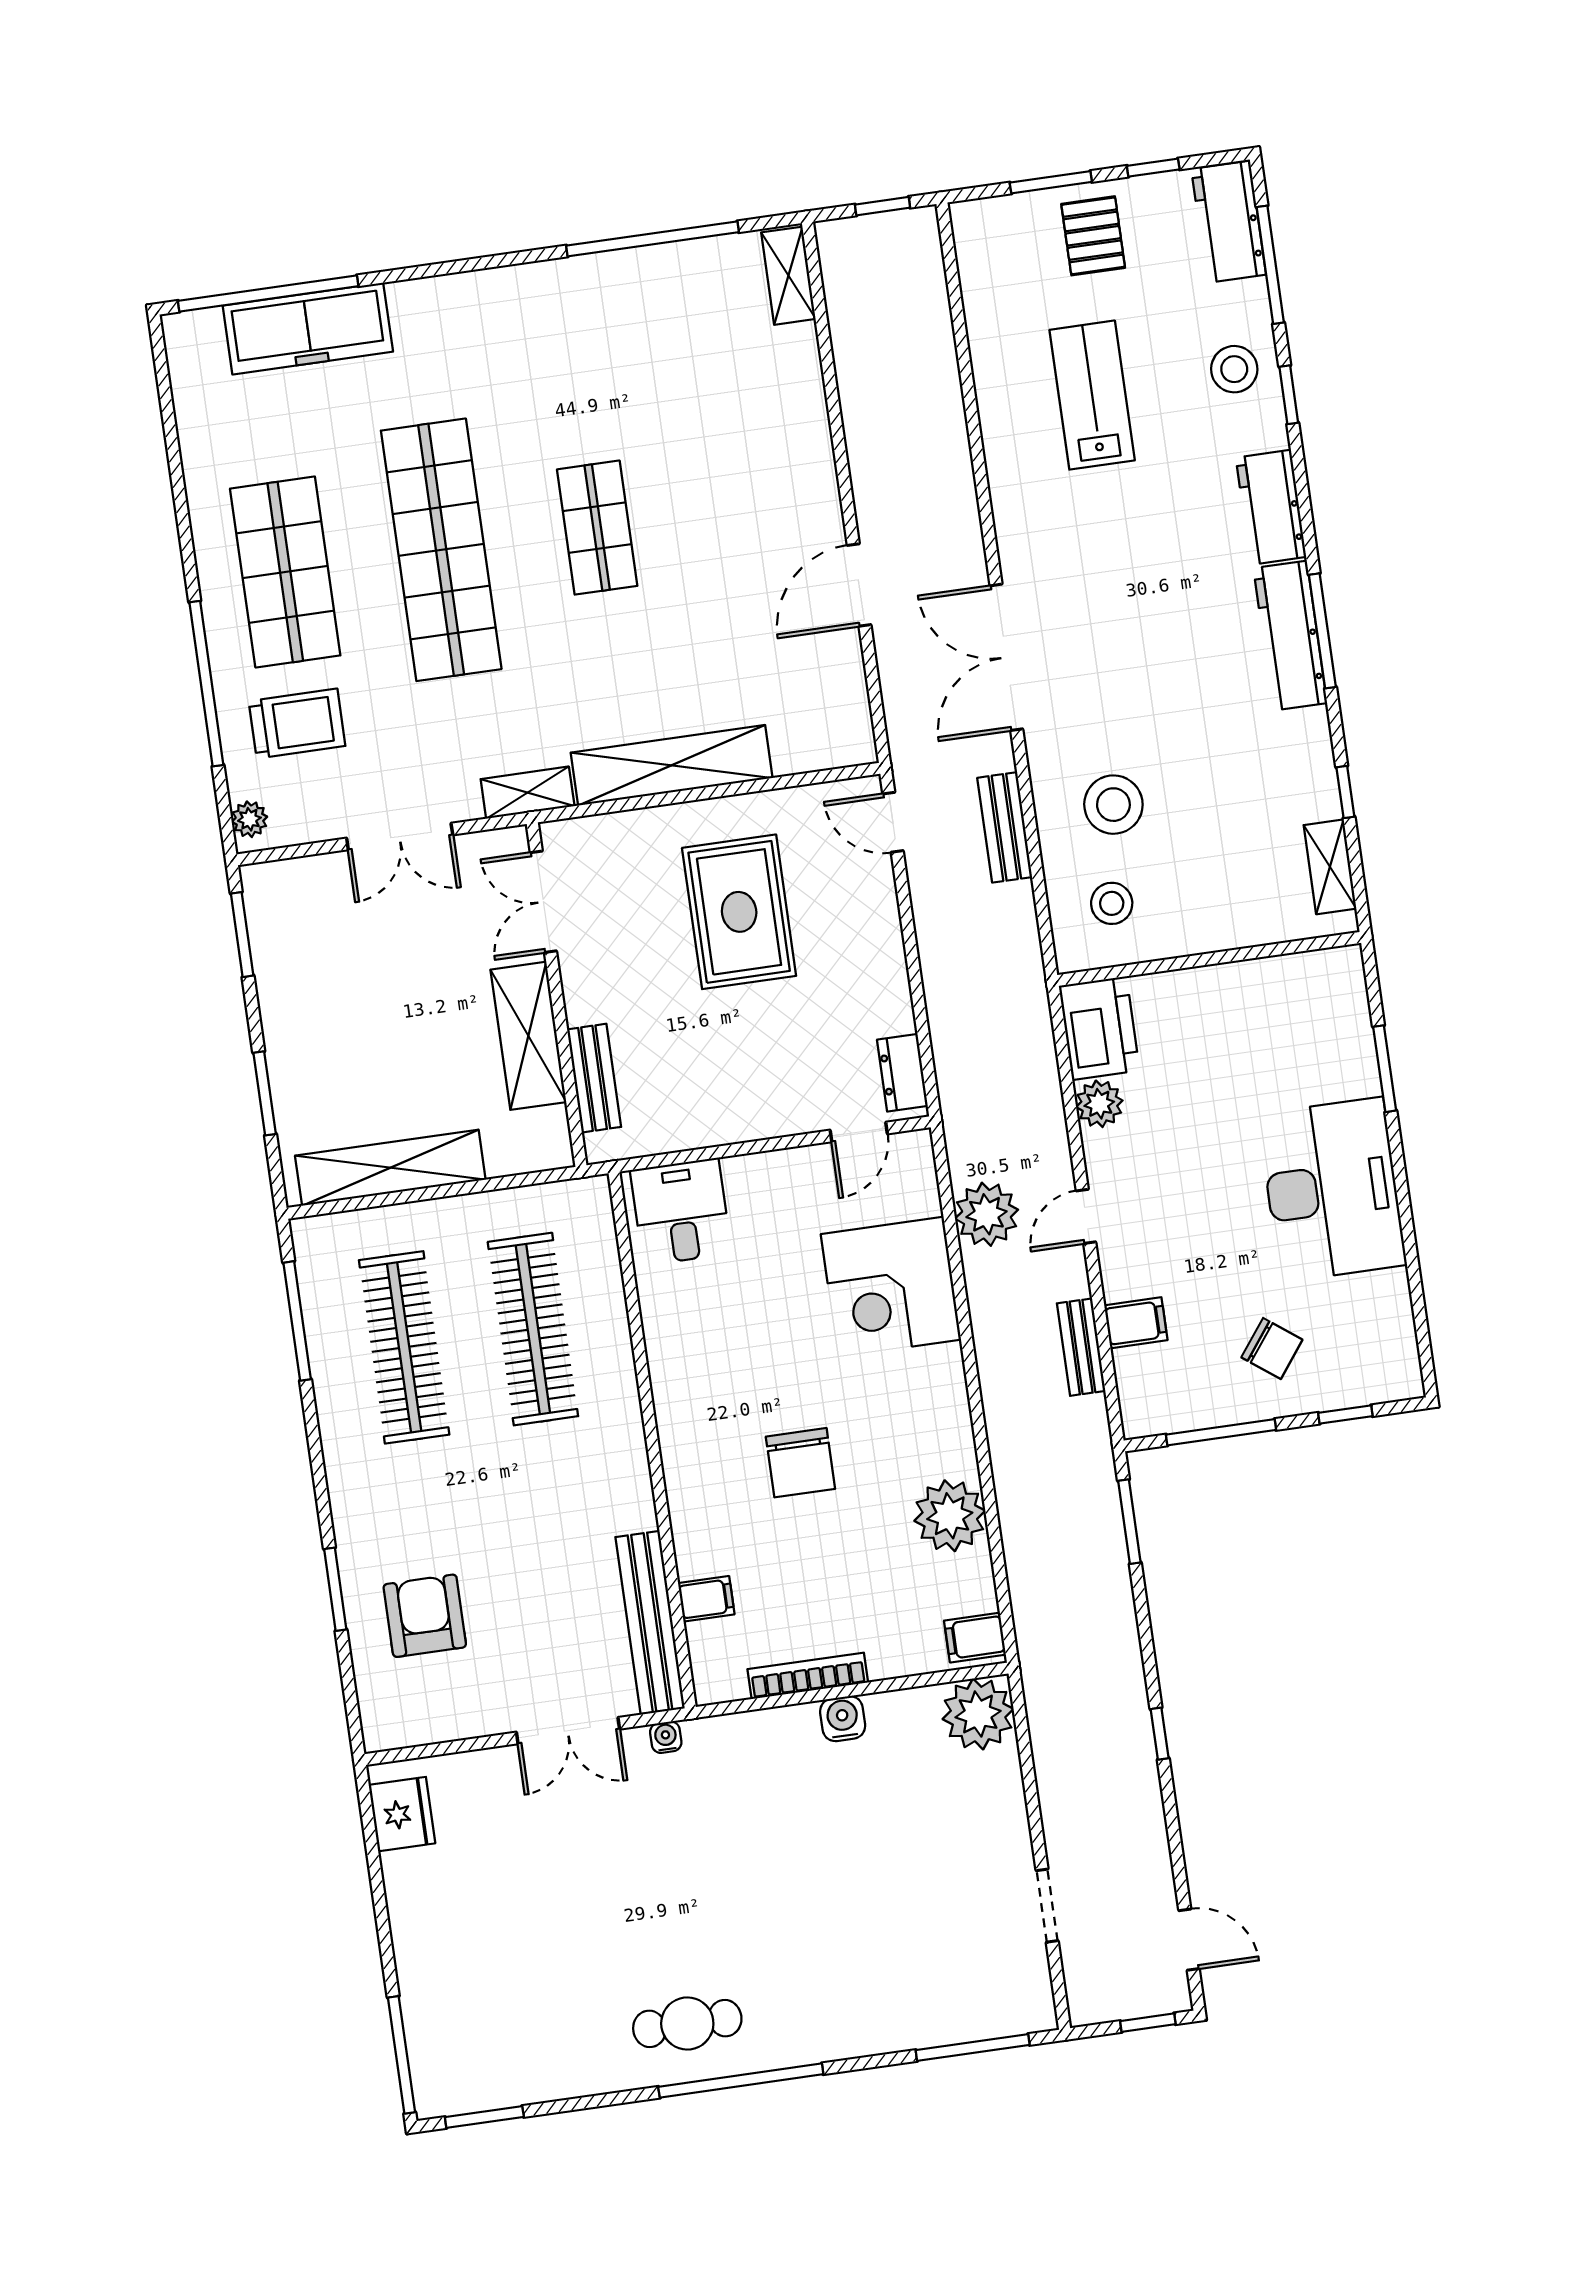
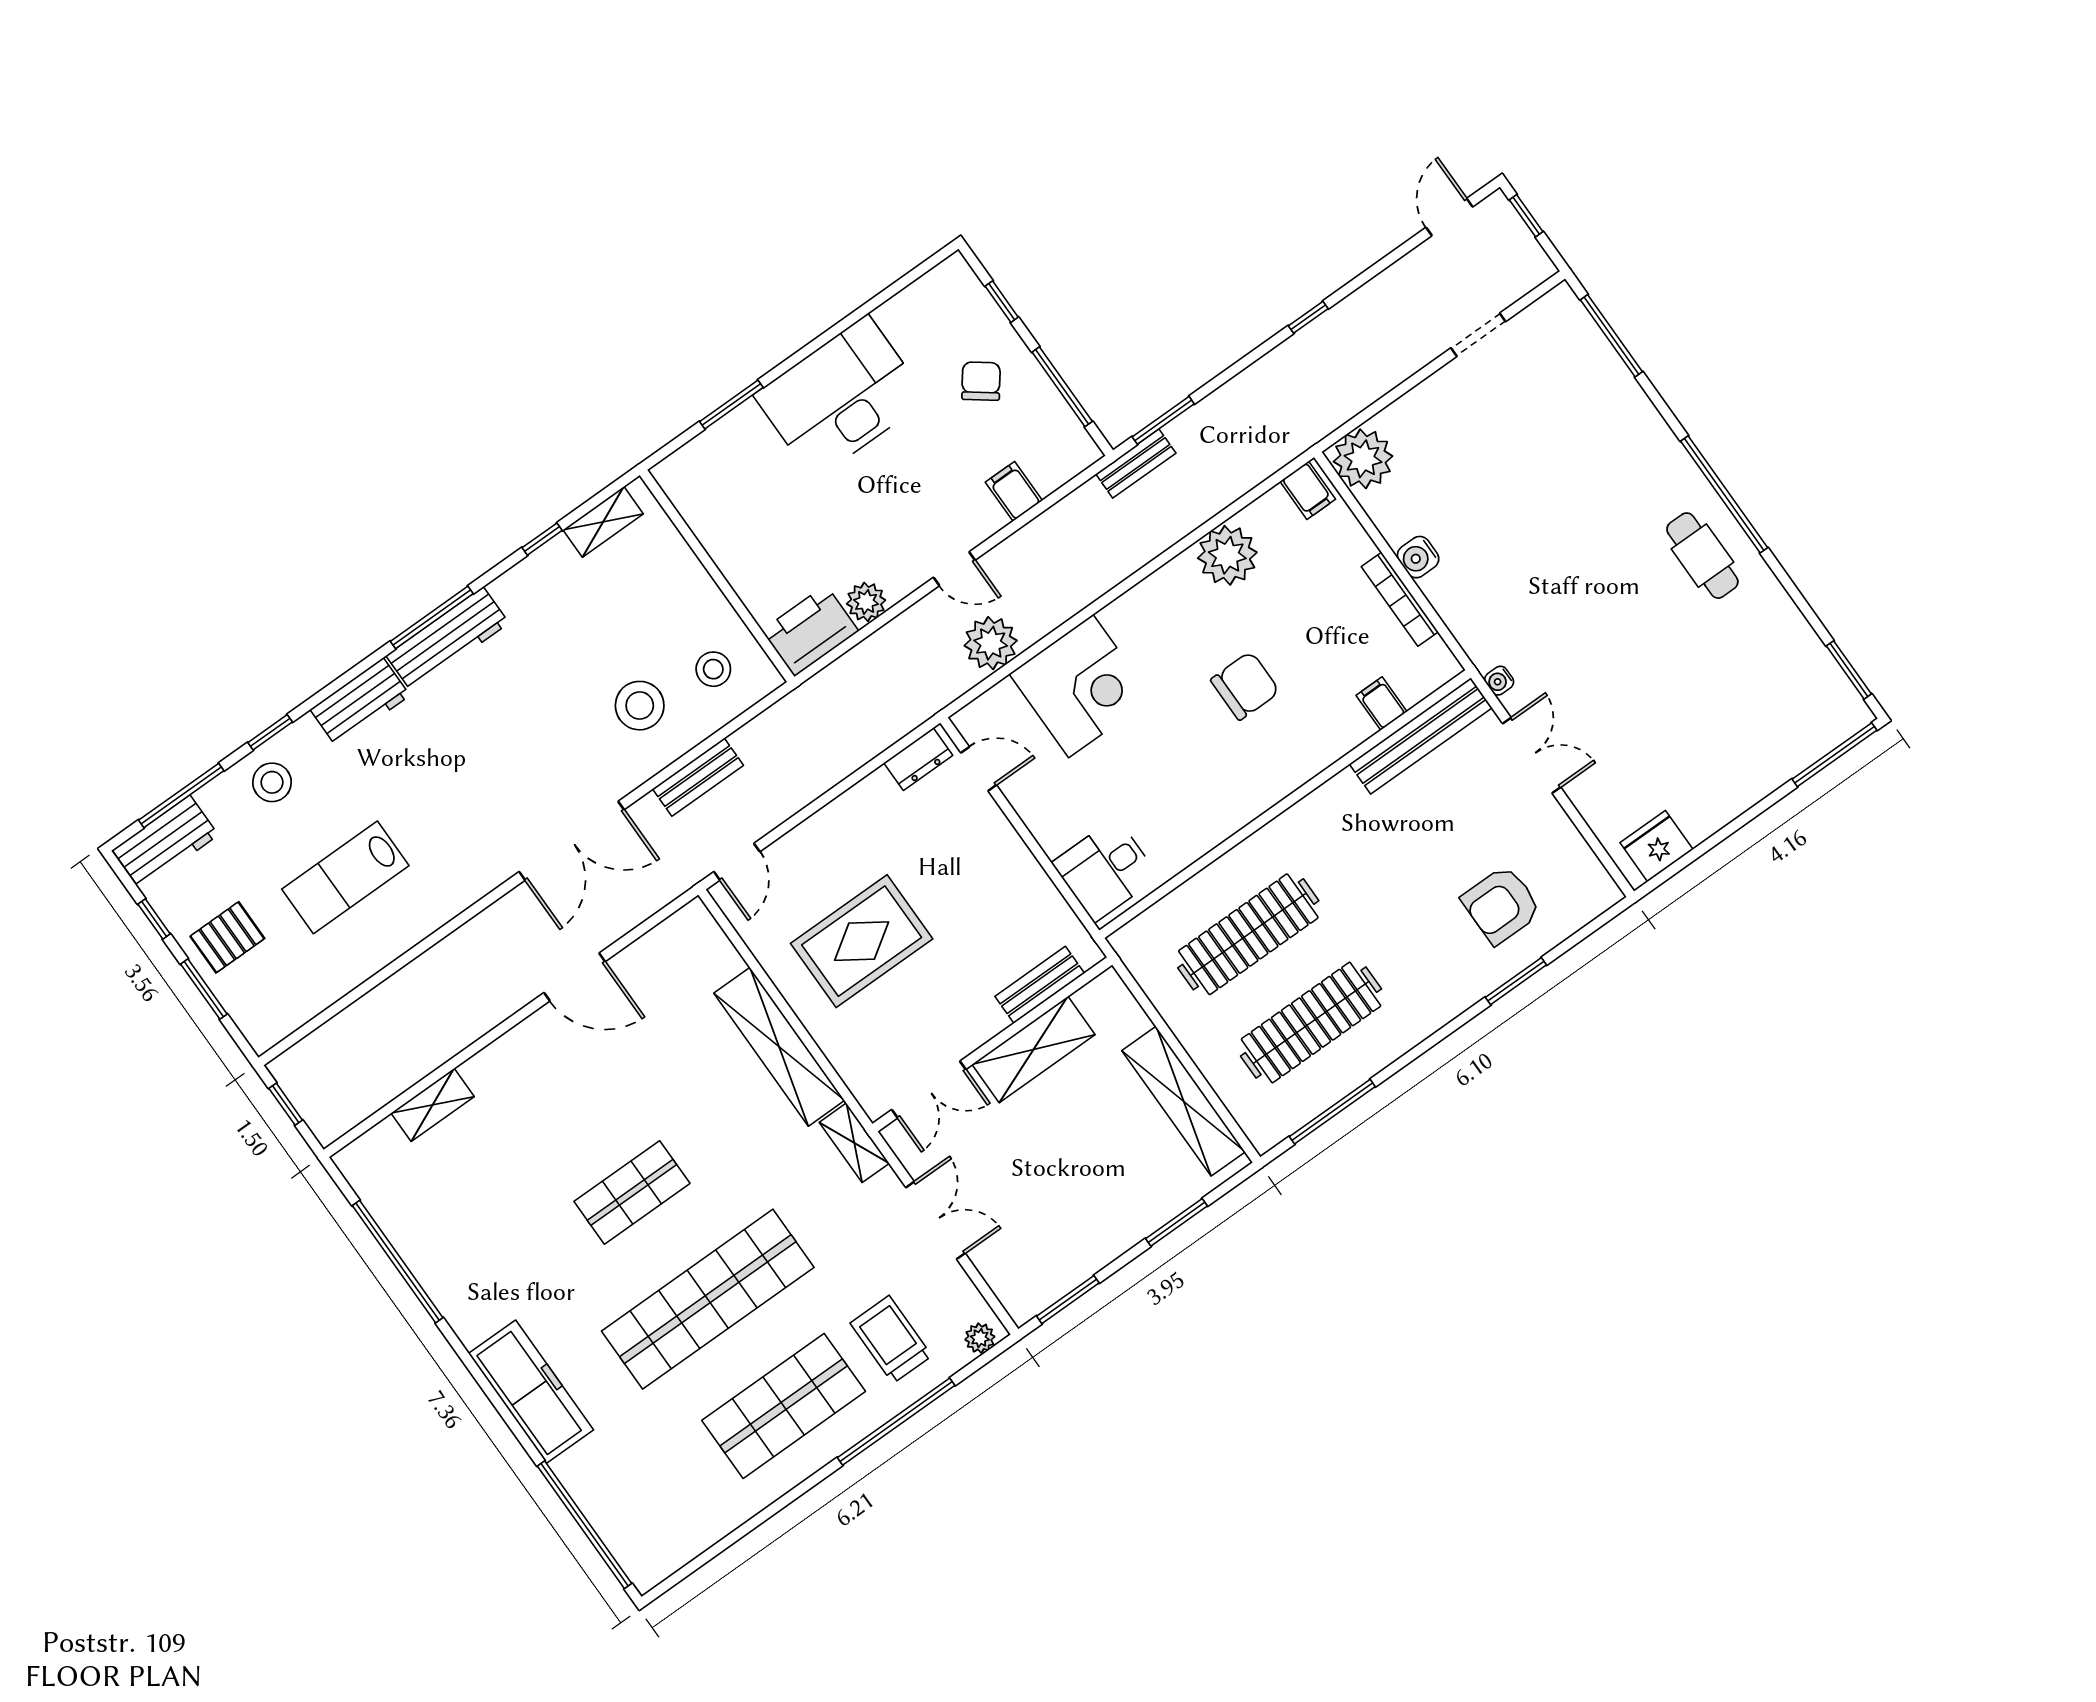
shelving: (788, 276) -> (433, 1105), moved
freezer: (308, 329) -> (531, 1392), moved
bench: (1081, 1347) -> (1136, 464), moved

